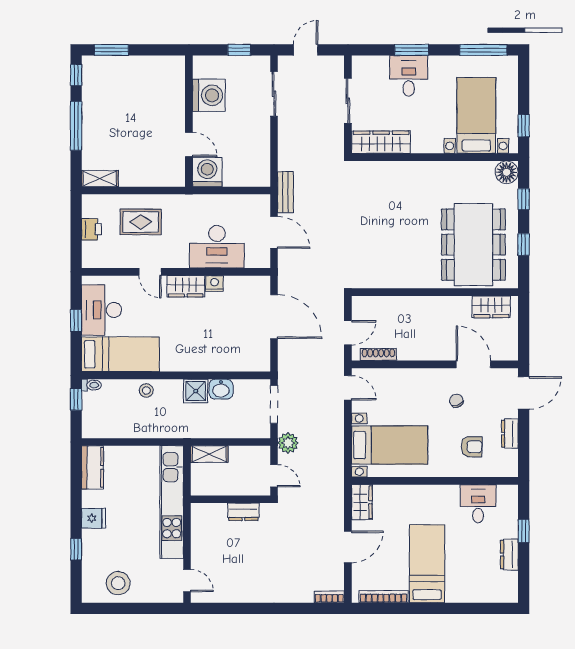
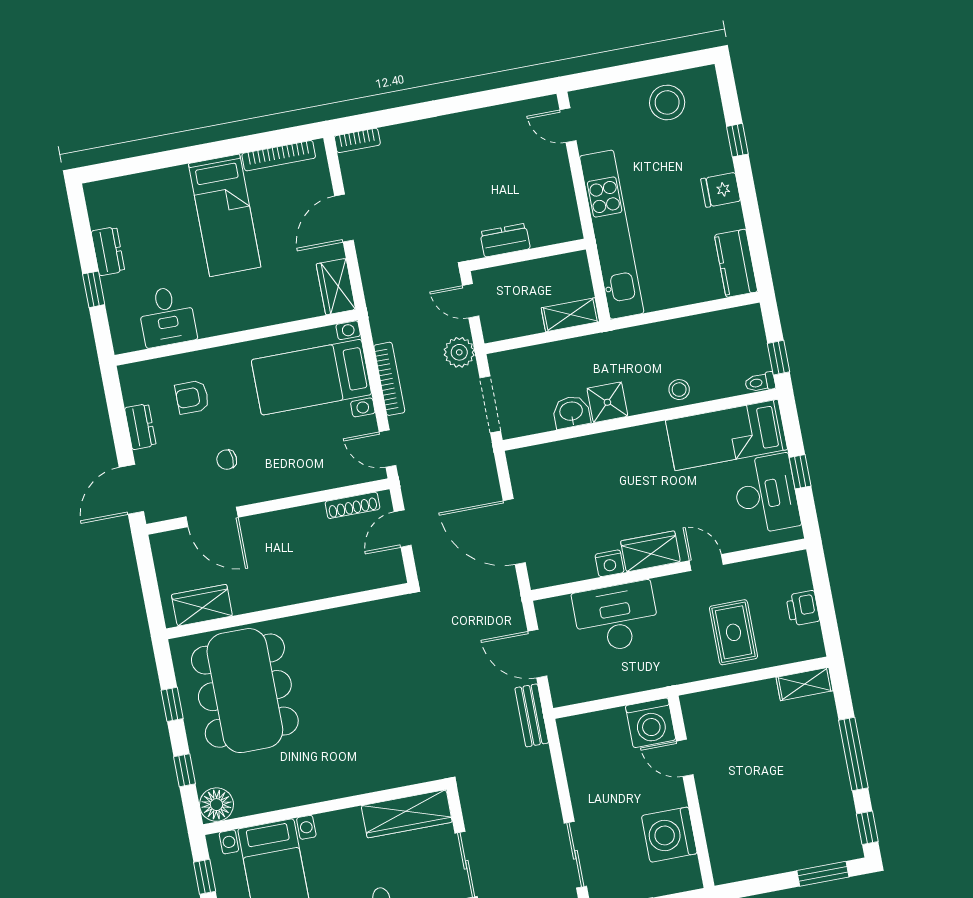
rug: (141, 222) -> (734, 632), turned 90
chair: (456, 401) -> (227, 460), turned 106
bookcase: (338, 434) -> (389, 379), added

